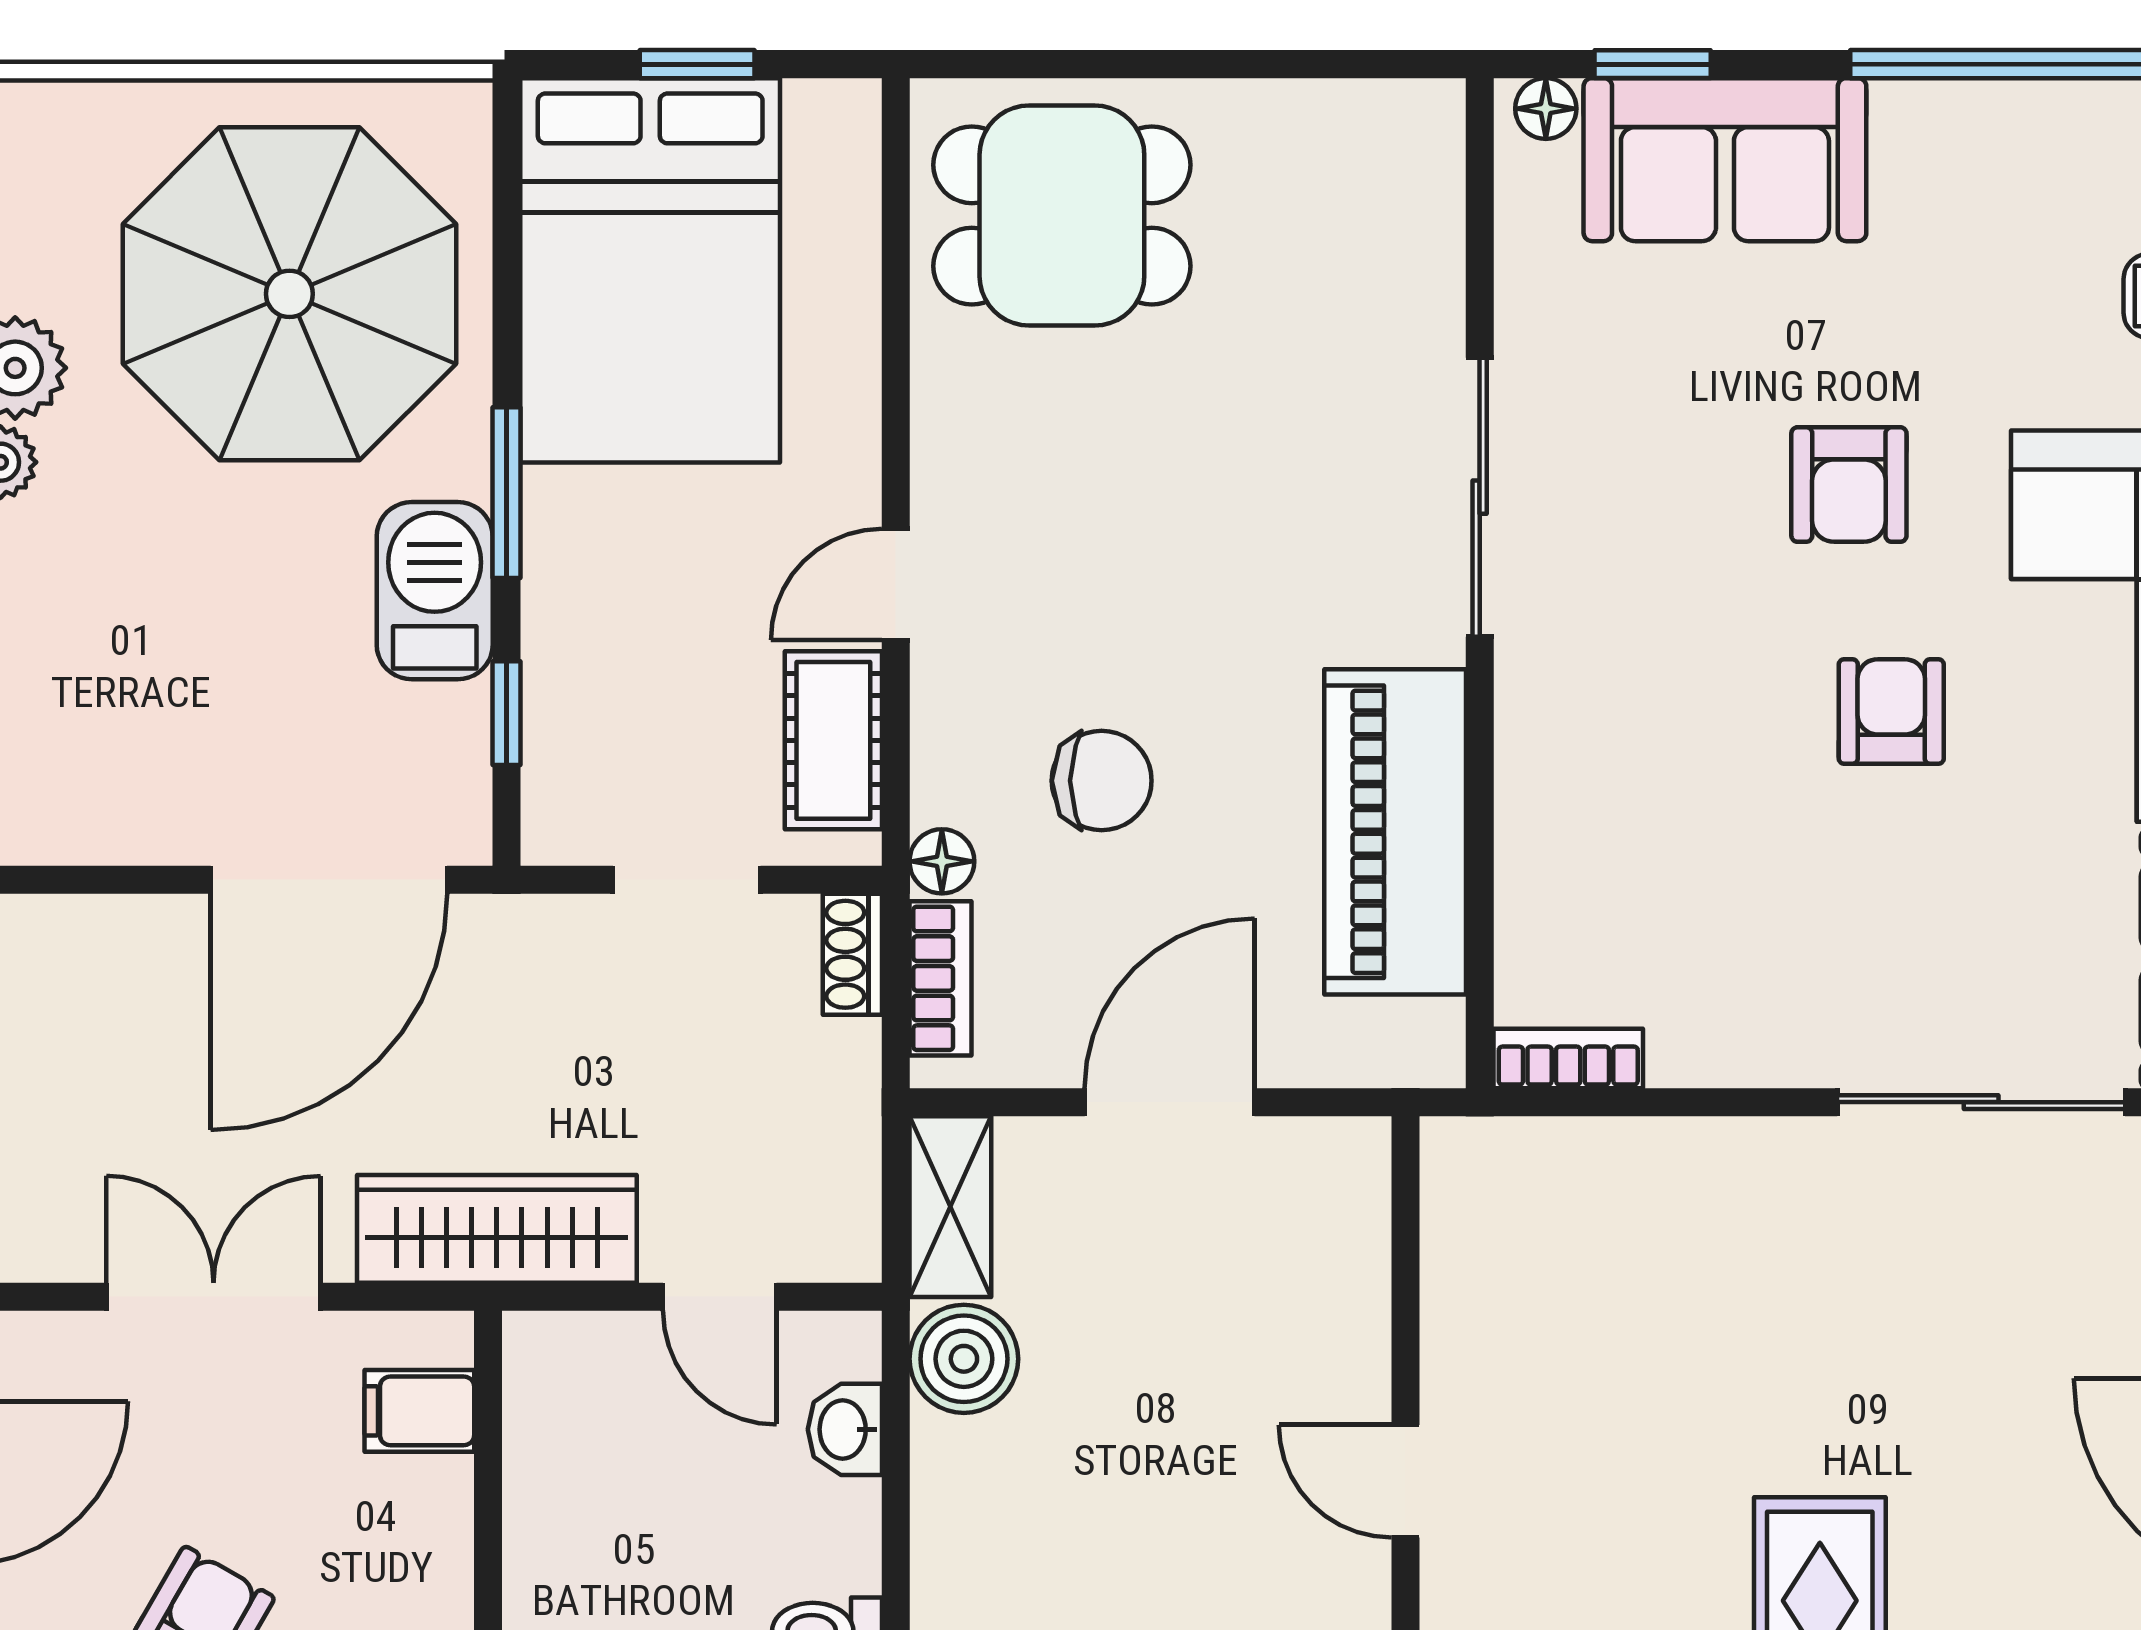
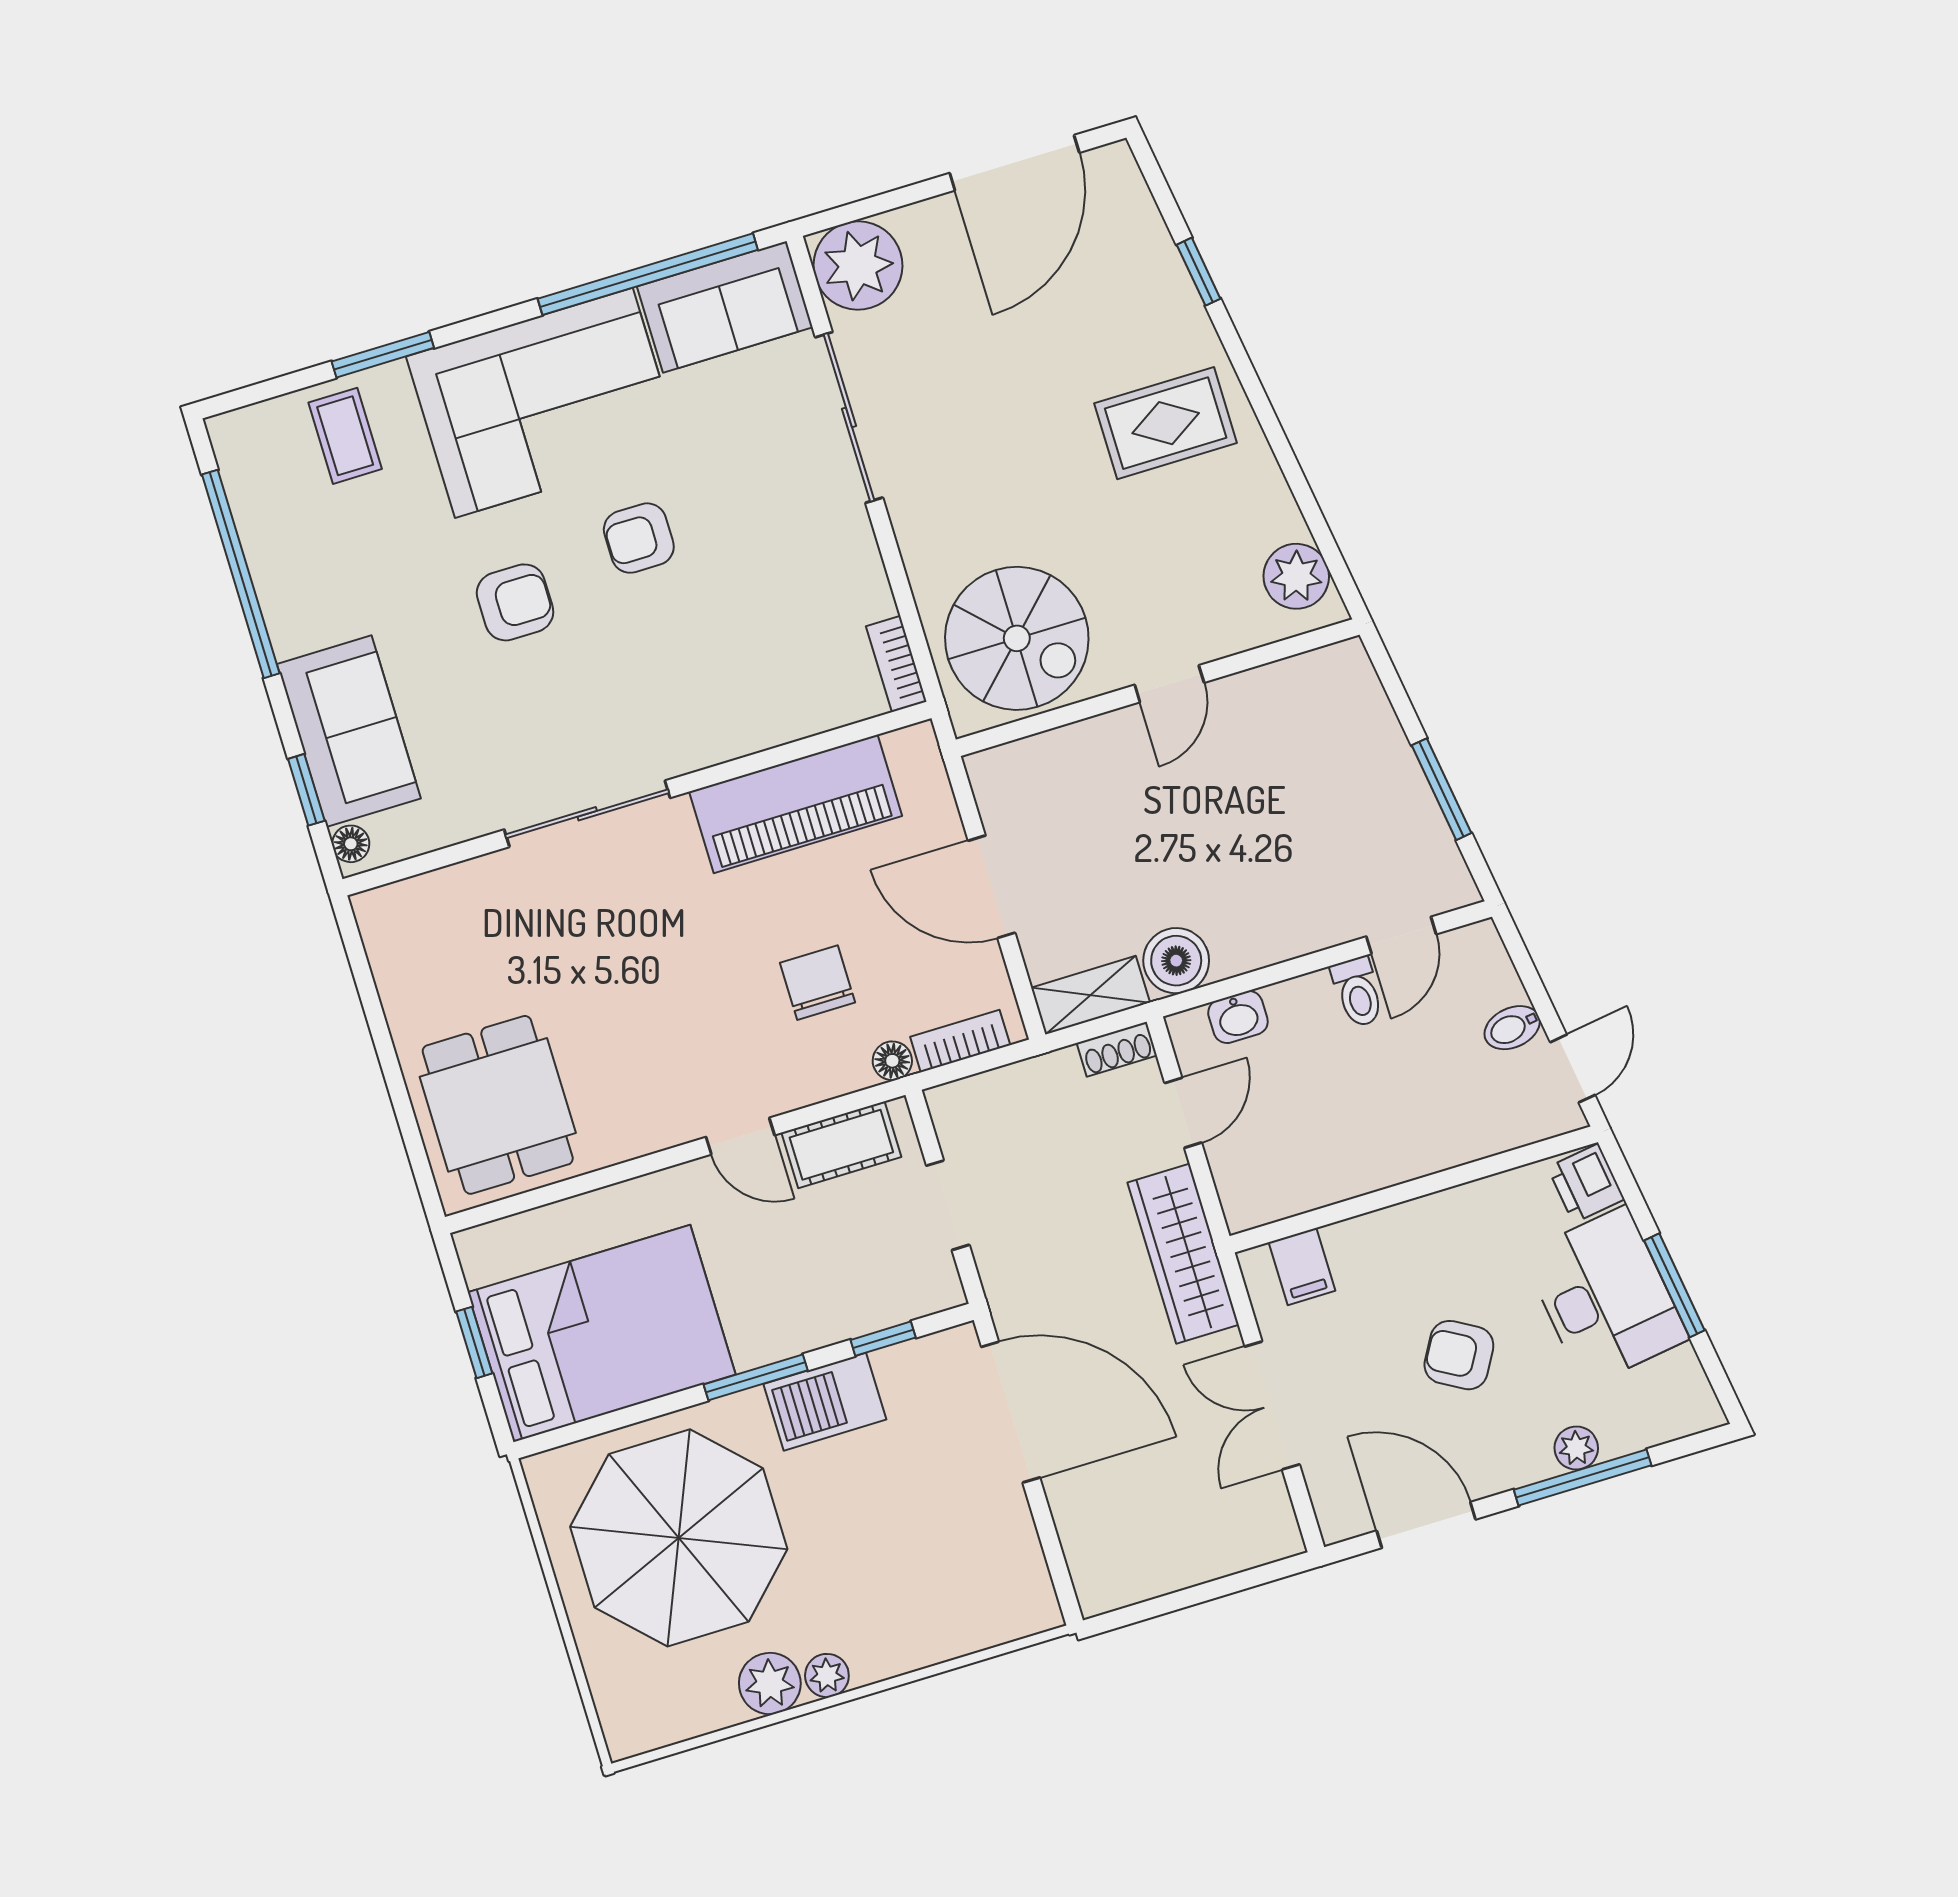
shoe rack: (852, 954) -> (1117, 1049), moved
spiral stairs: (1551, 1262) -> (1017, 638), added

